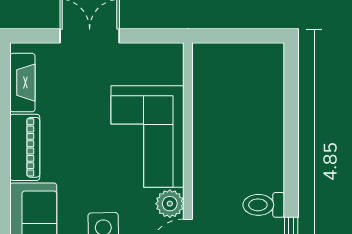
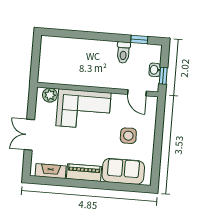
plant: (170, 204) -> (50, 95), moved

